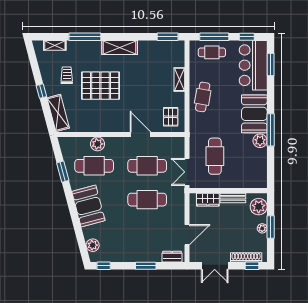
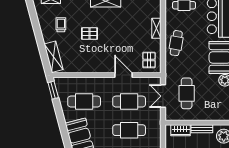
pallet: (100, 86) -> (90, 34), width x0.49, depth x0.50
window: (41, 91) -> (39, 38), removed
plant: (97, 144) -> (87, 83), removed
window: (63, 172) -> (53, 90), moved
double door: (187, 172) -> (163, 96), moved

